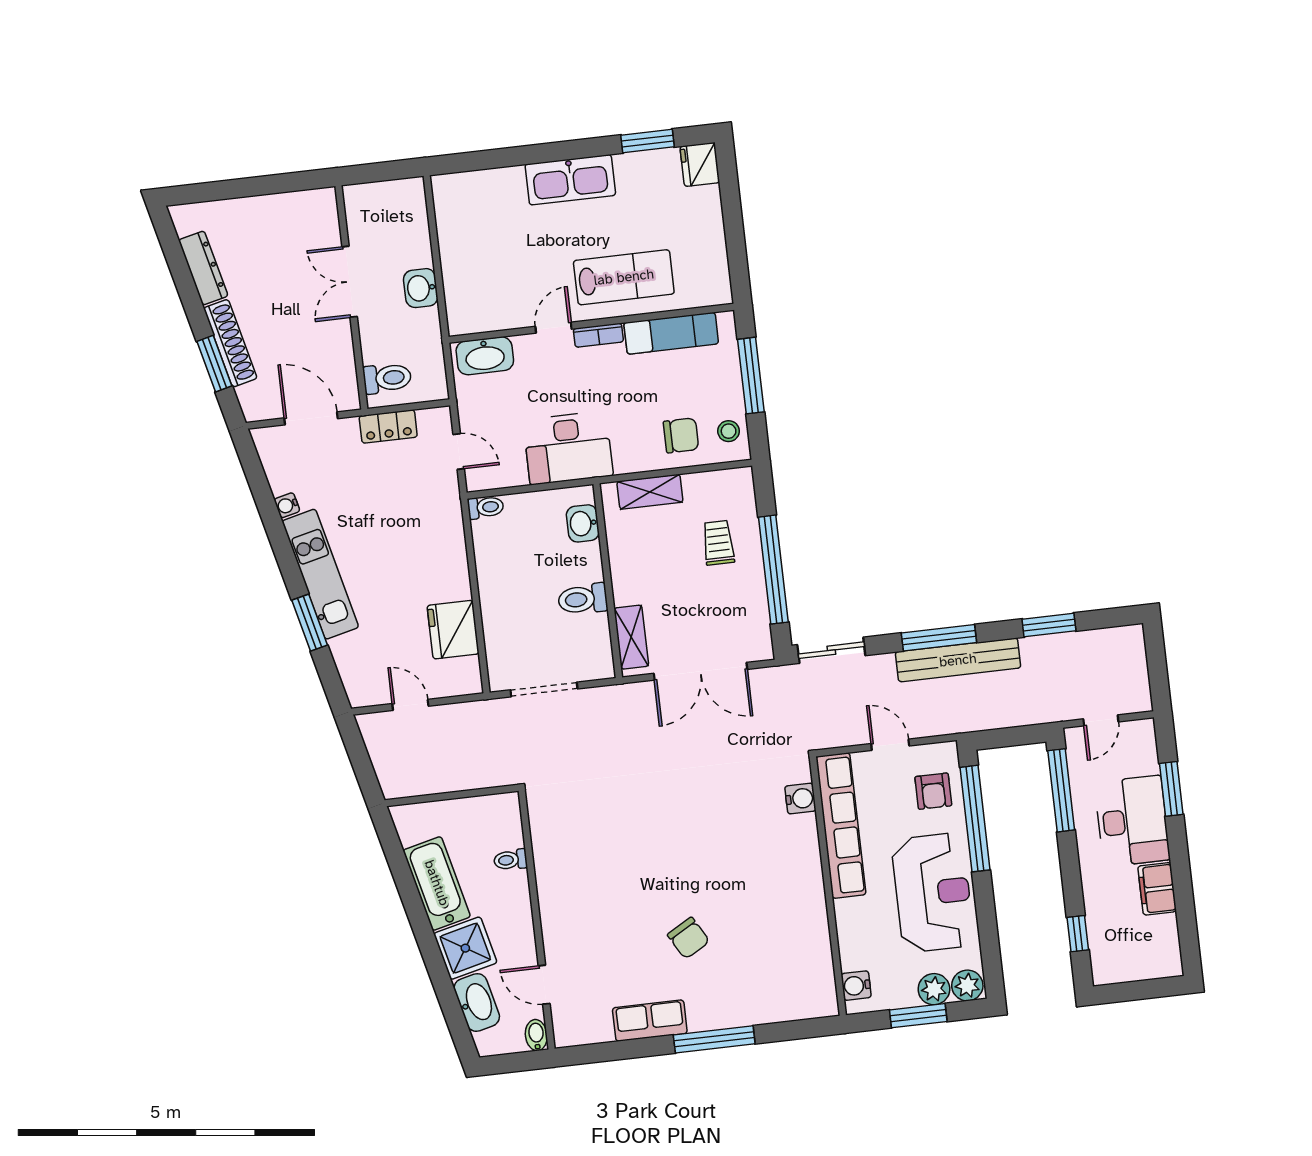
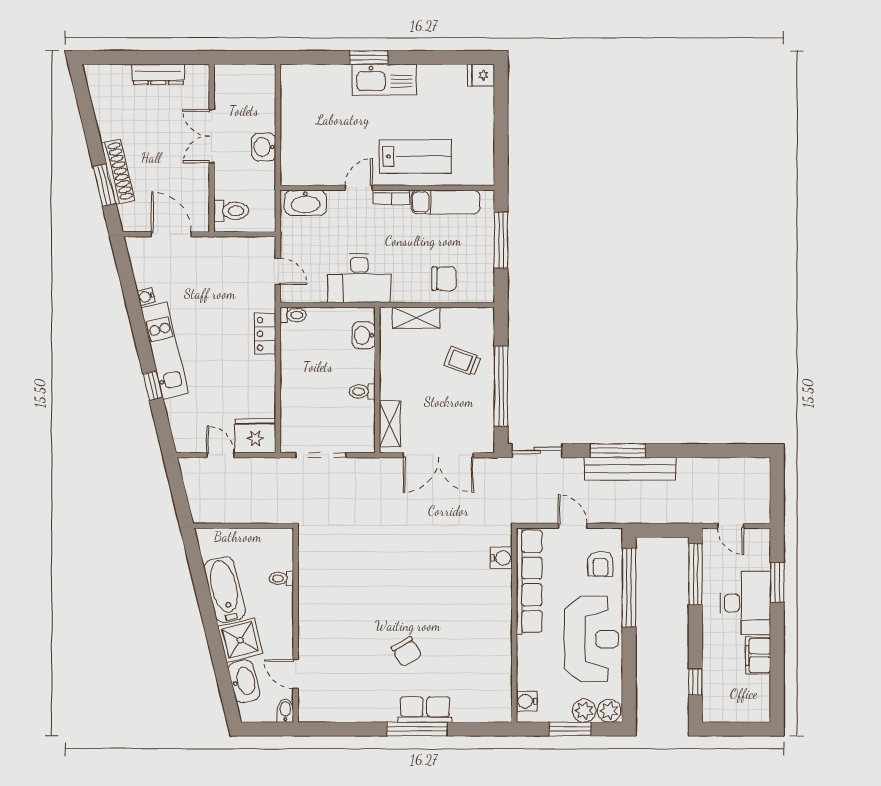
window: (647, 141) -> (369, 57), moved
fridge: (700, 164) -> (481, 75), width x0.72
dresser: (203, 268) -> (158, 74), moved, turned 104
locker: (388, 426) -> (265, 334), moved, turned 90
stool: (729, 431) -> (480, 279), removed
trolley: (718, 543) -> (463, 361), turned -70
toilet: (583, 599) -> (362, 391), width x0.73, depth x0.72
window: (310, 623) -> (153, 385), width x0.67
window: (1049, 625) -> (700, 451), removed
fridge: (453, 630) -> (255, 436), moved, turned 90
door: (1101, 720) -> (731, 526), hinge flipped
row of seats: (650, 1021) -> (425, 710), moved

